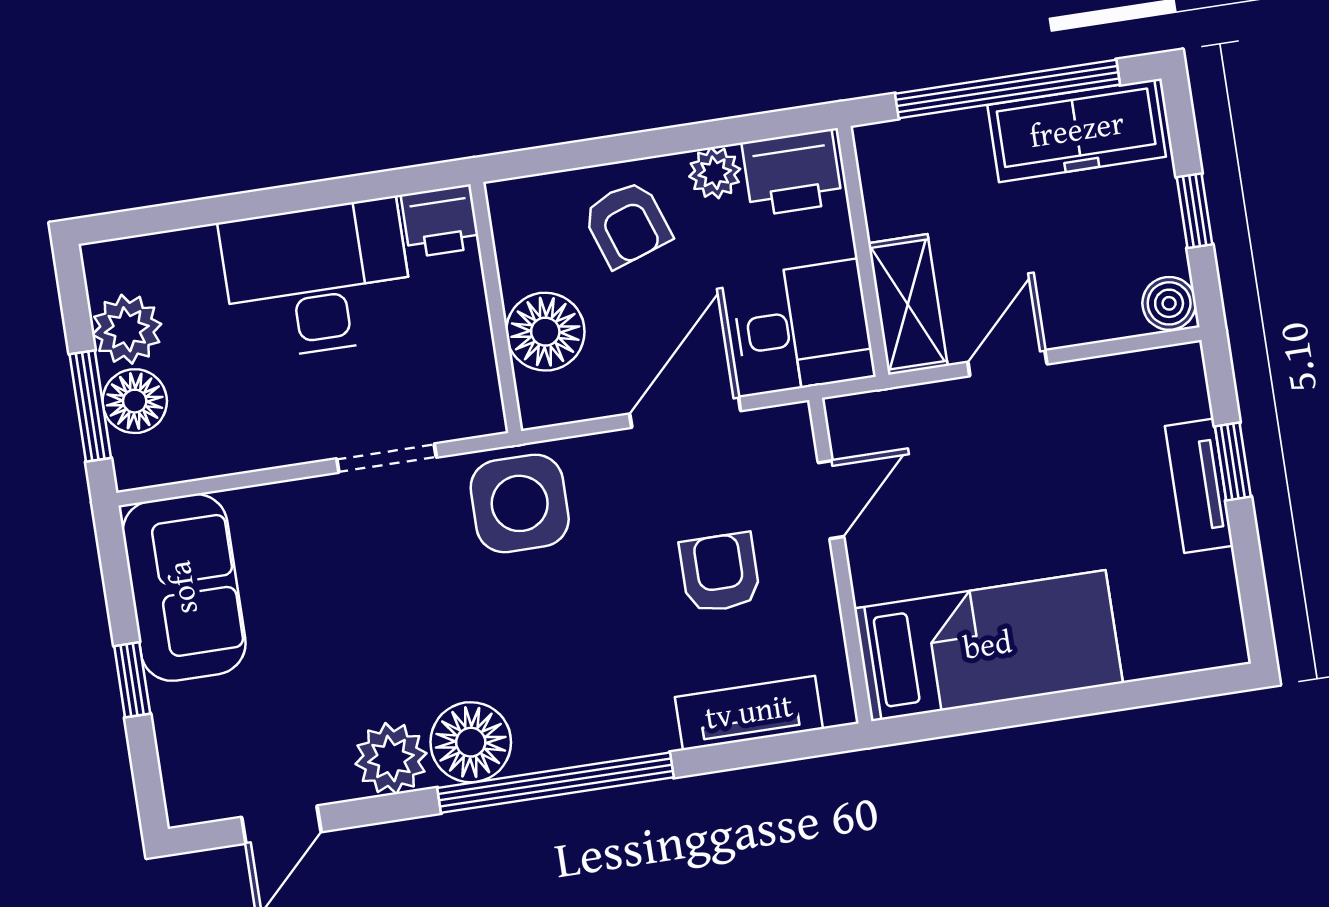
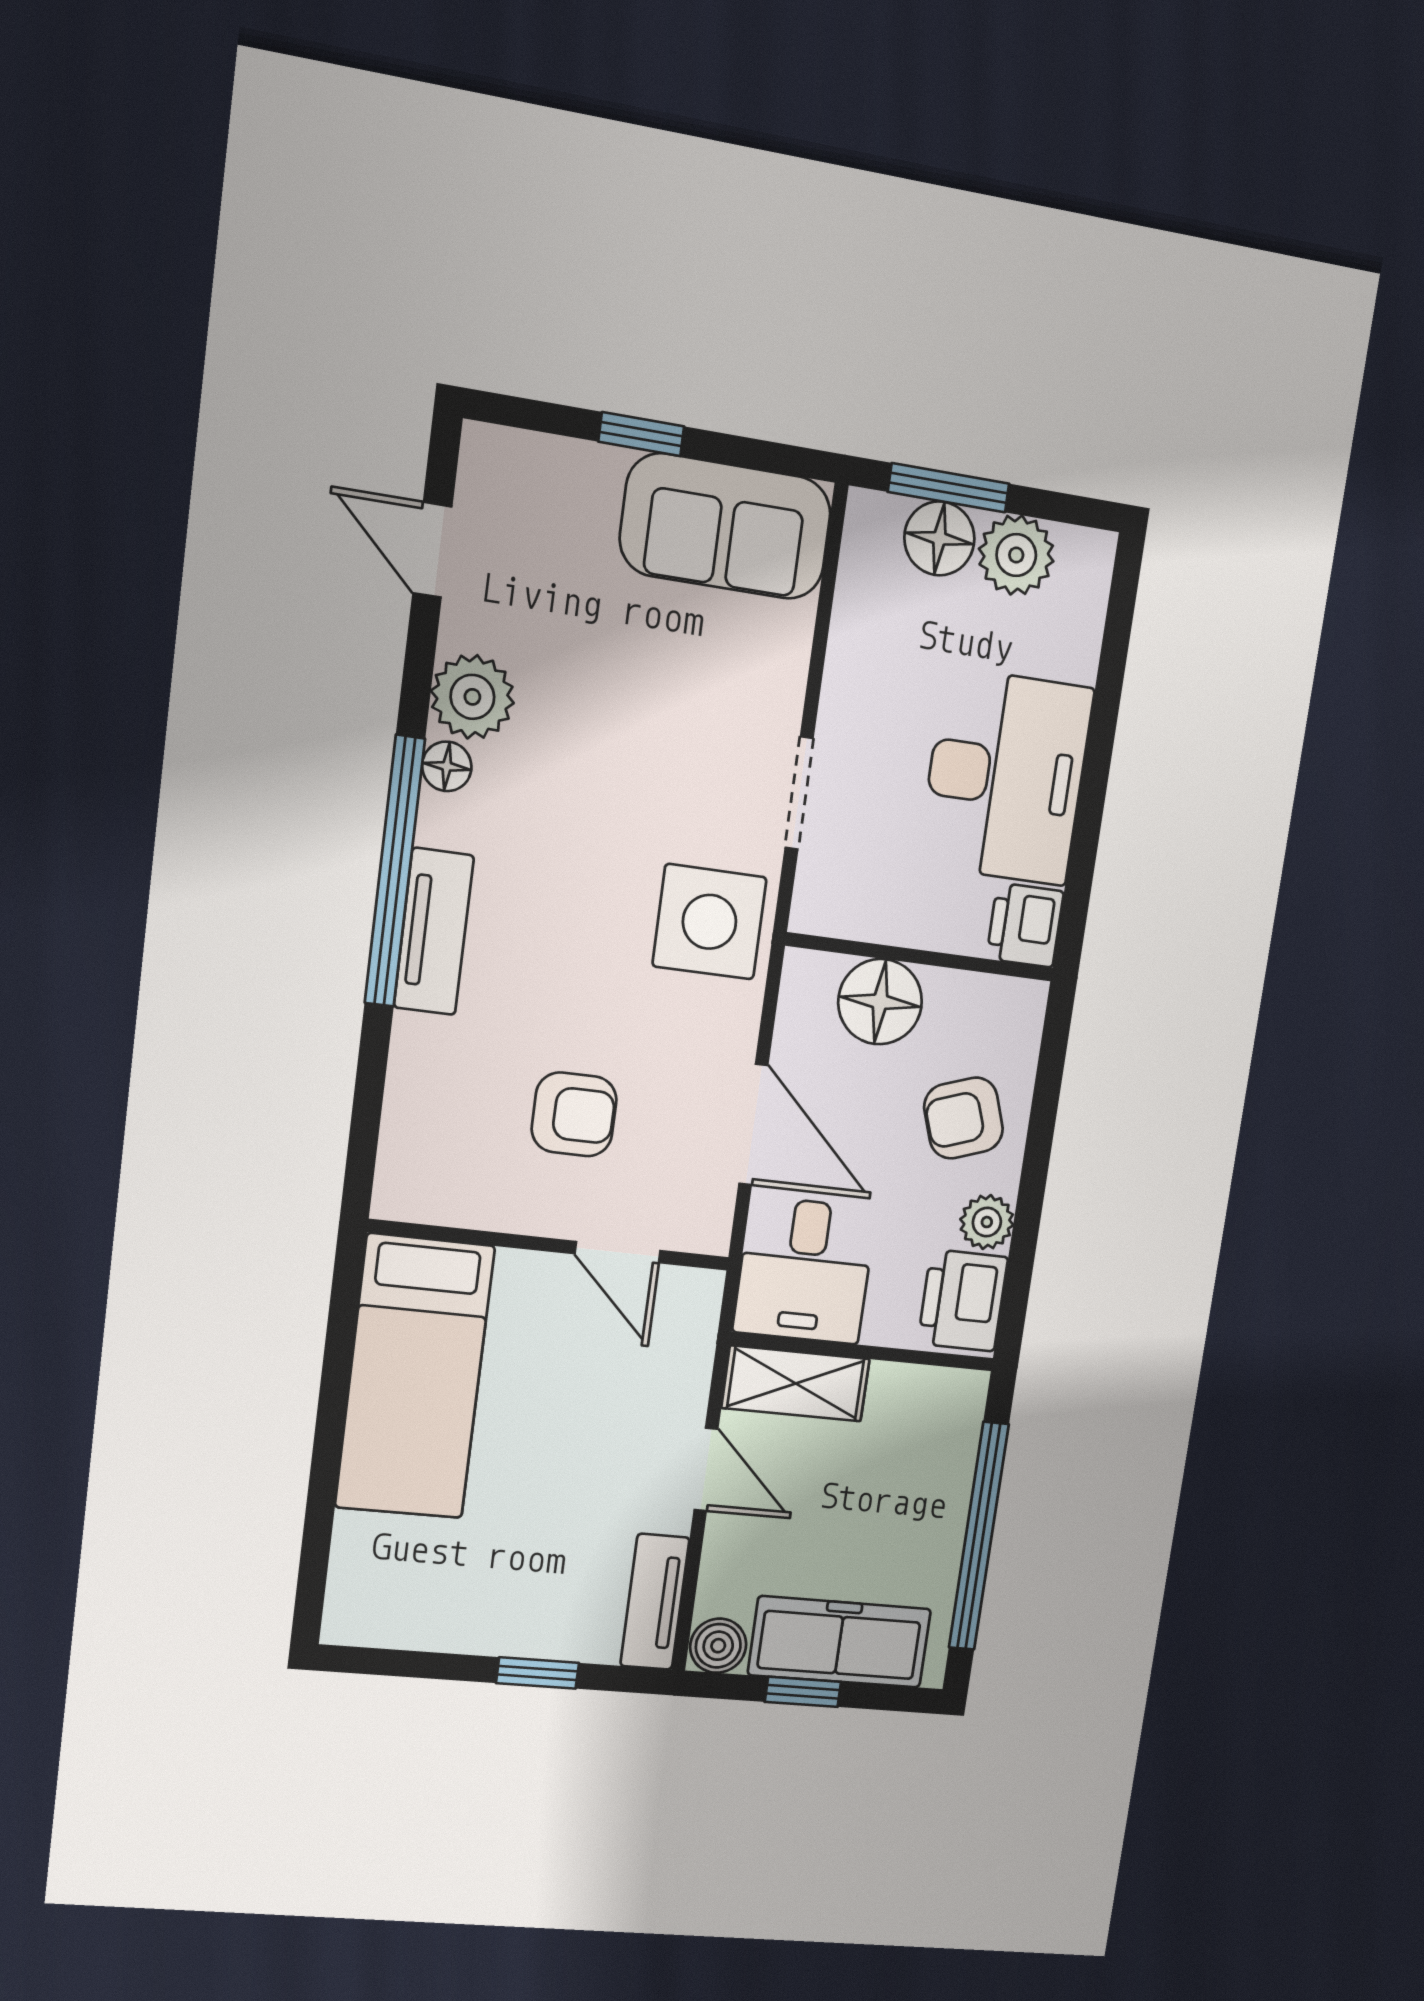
freezer: (1077, 131) -> (840, 1642), moved, turned 90
tv unit: (1199, 486) -> (655, 1602), moved, turned -90
tv unit: (749, 713) -> (434, 932), moved
floor lamp: (471, 742) -> (447, 766), width x0.53, depth x0.53

